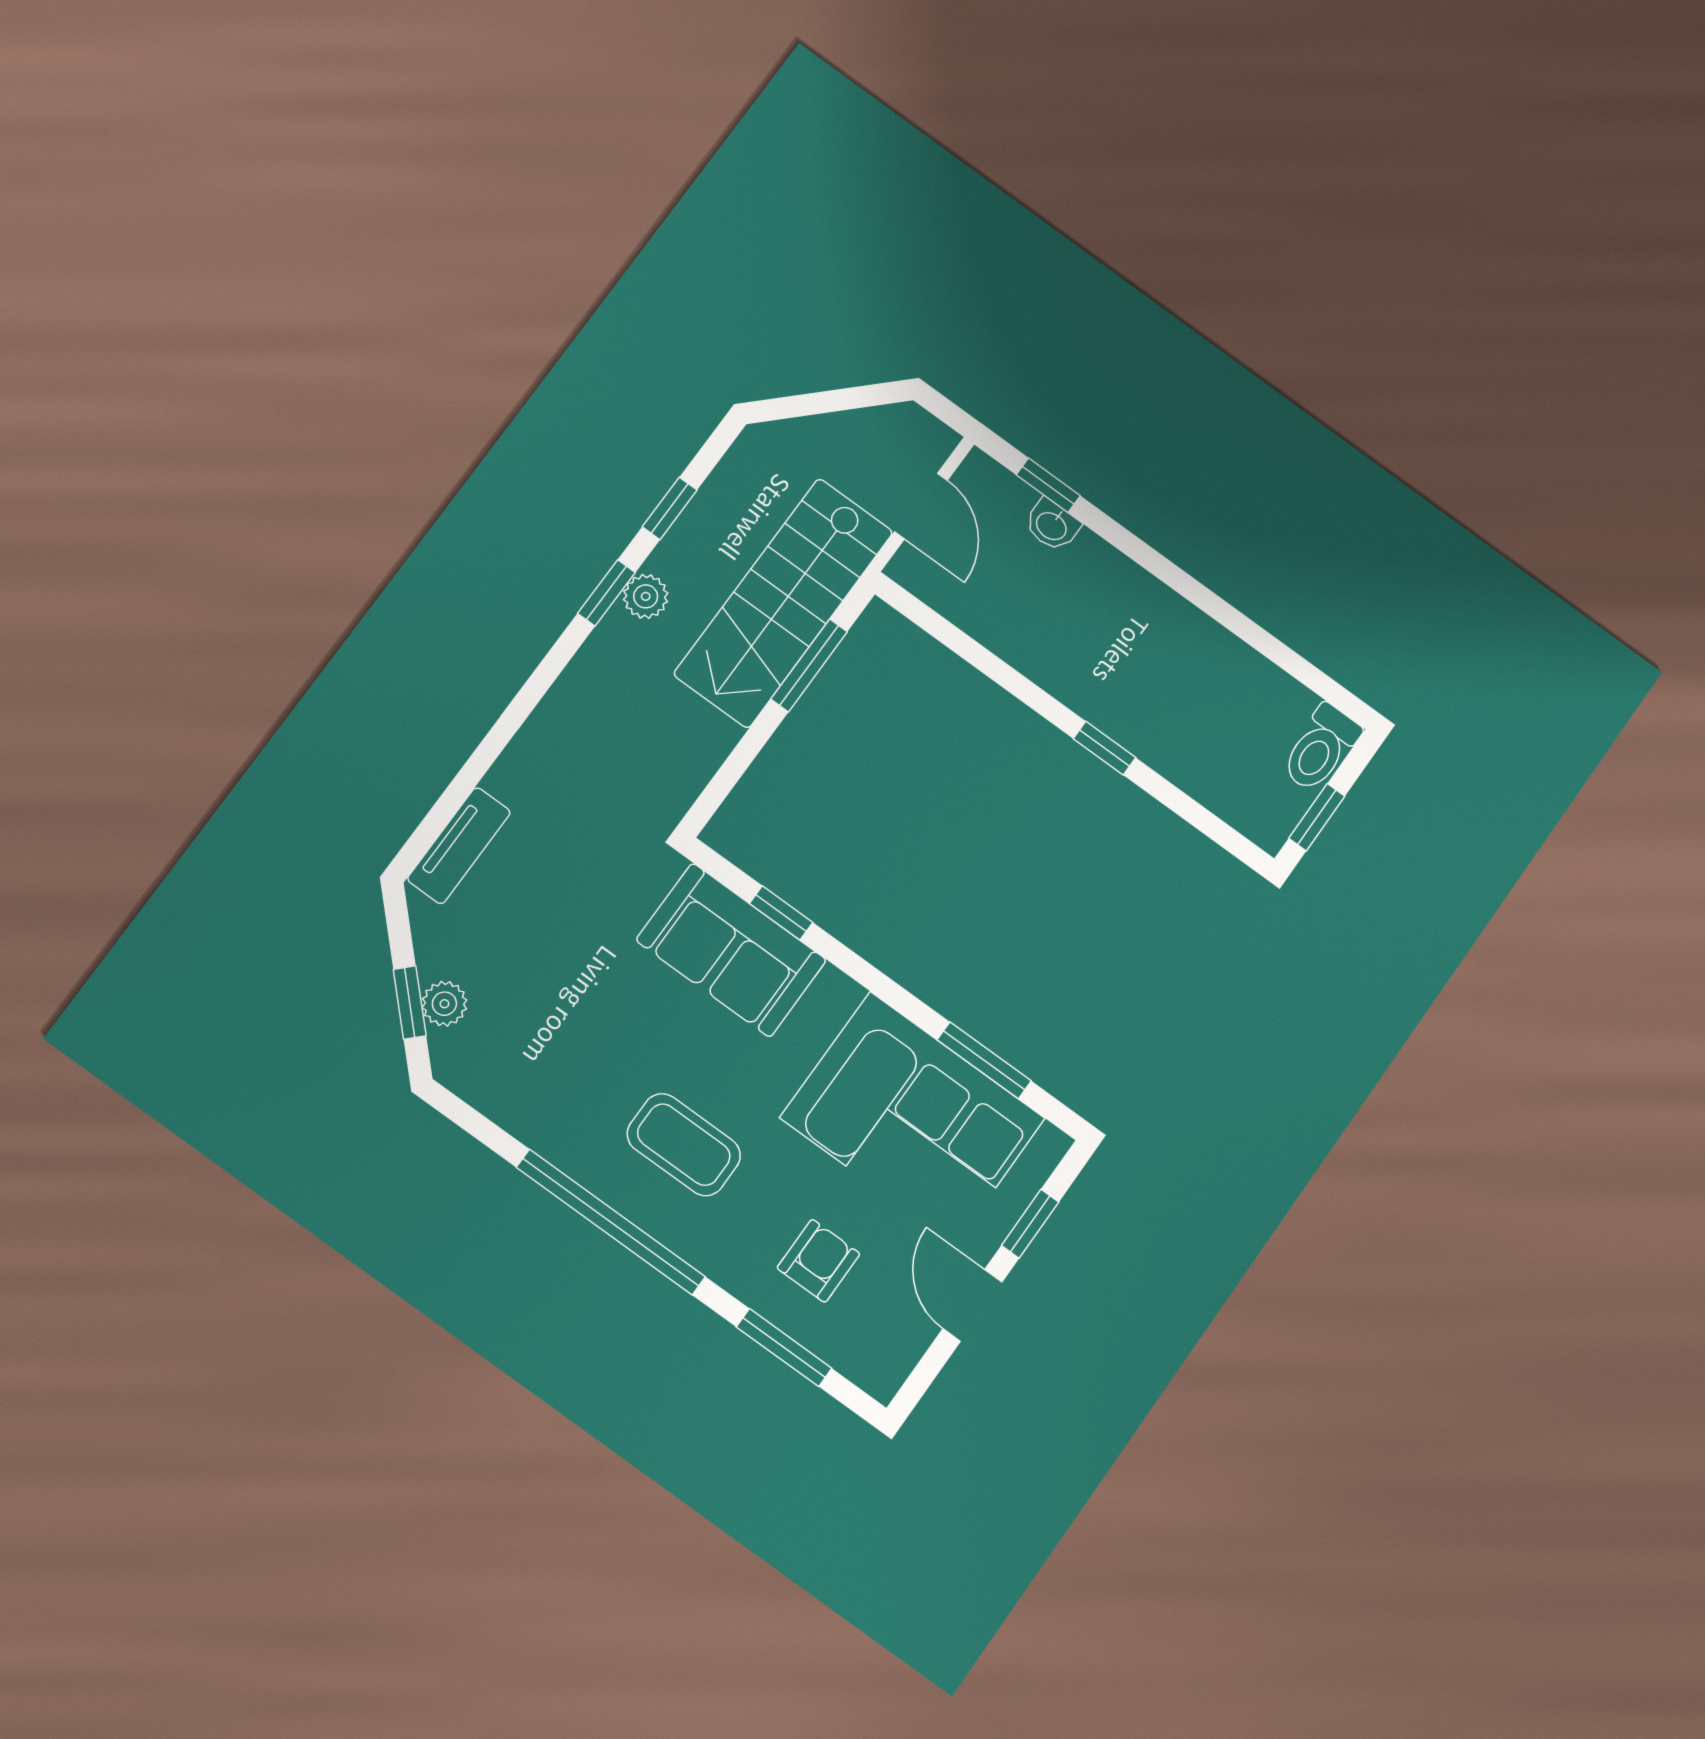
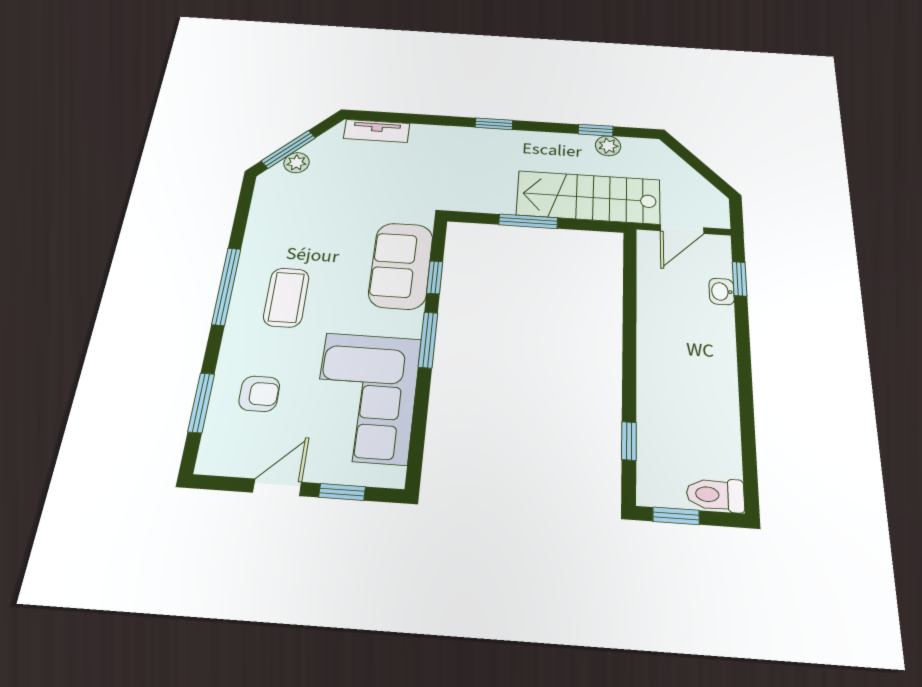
window: (606, 593) -> (494, 124), moved
plant: (646, 596) -> (608, 146), moved
window: (809, 665) -> (528, 221), moved
window: (1105, 748) -> (629, 441), moved
window: (410, 1002) -> (288, 149), width x1.50
window: (984, 1060) -> (428, 340), moved
window: (611, 1222) -> (226, 286), width x0.68

